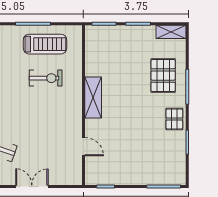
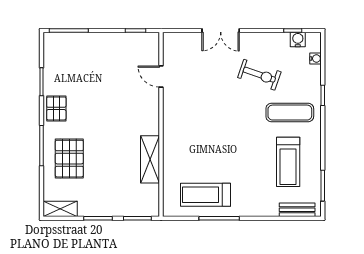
exercise bike: (46, 78) -> (205, 156), removed
shelving: (93, 98) -> (150, 159), moved

